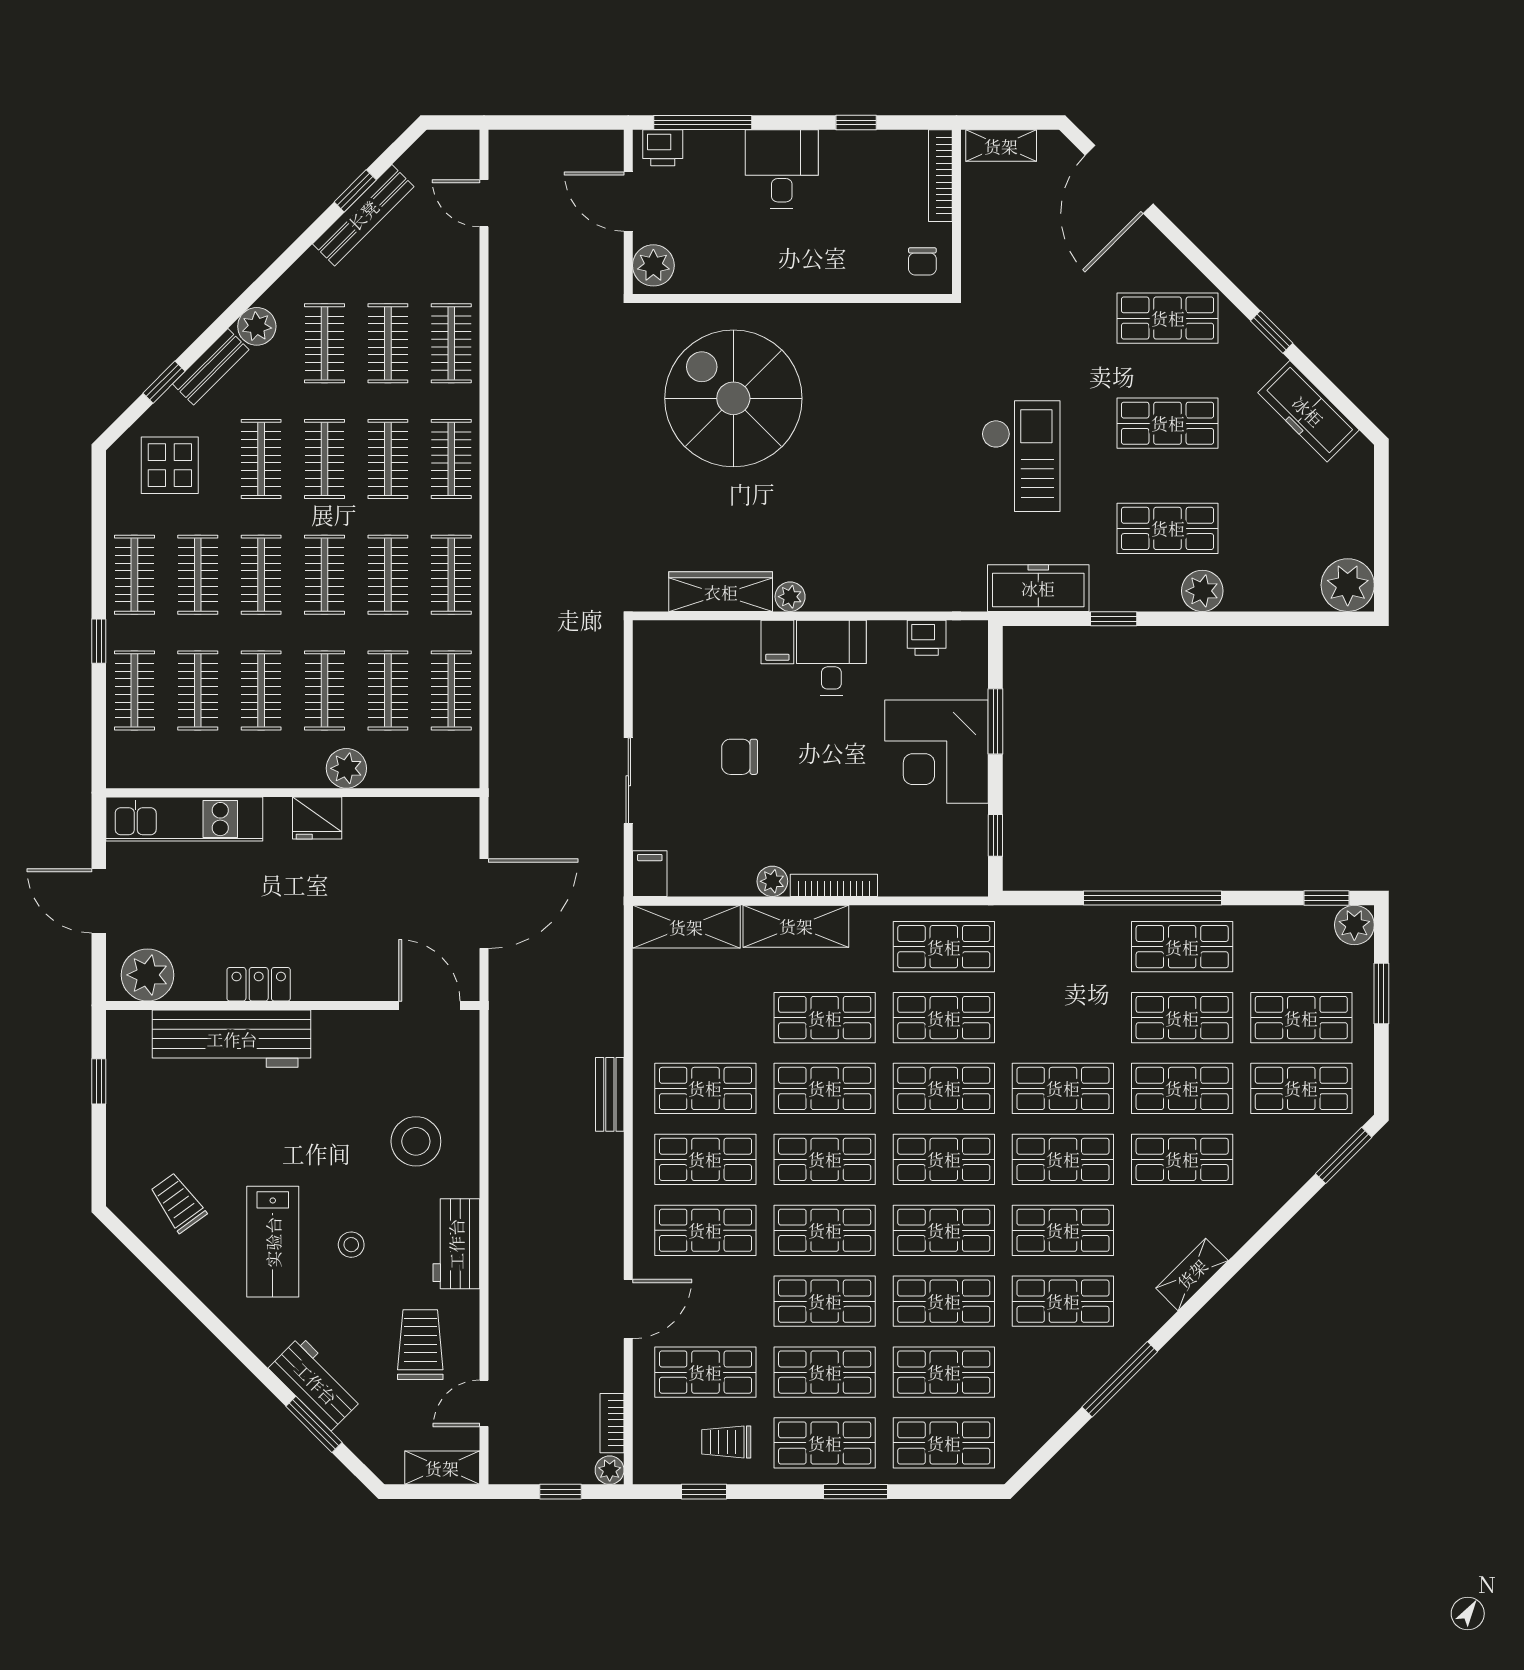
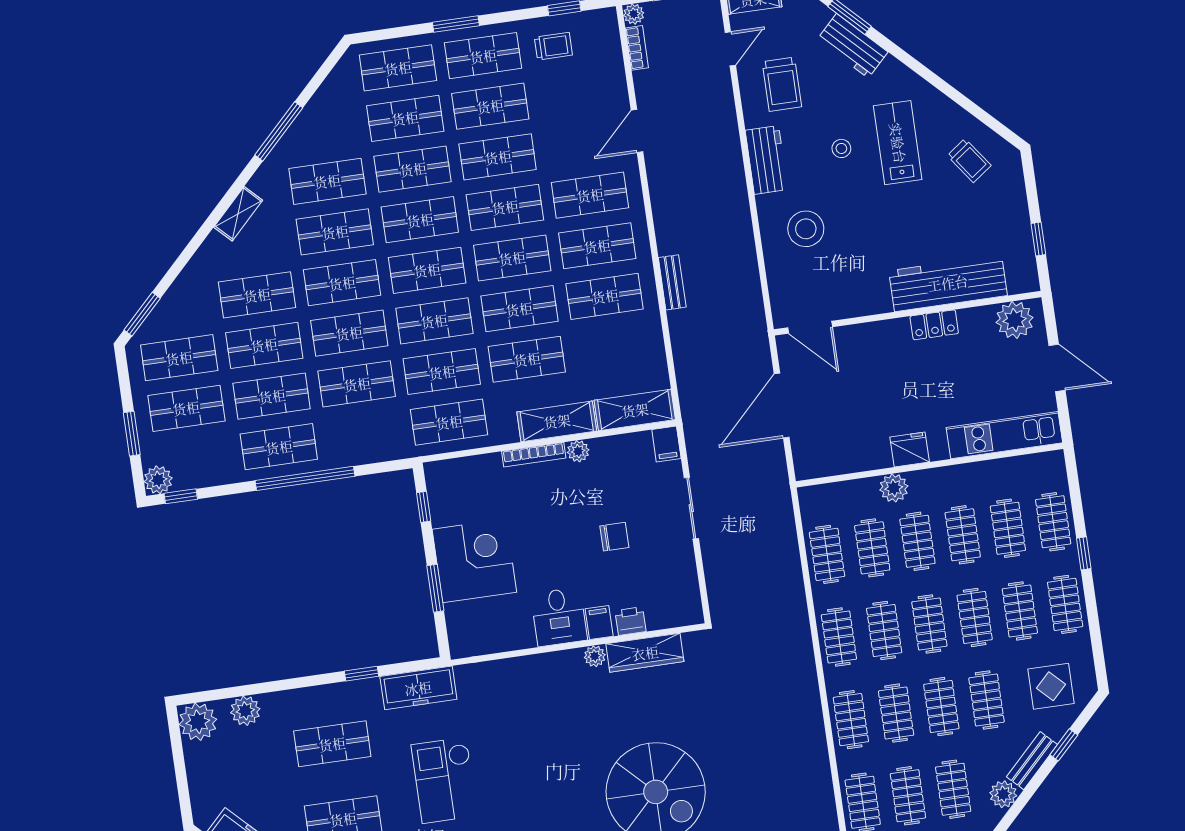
plant: (1202, 591) -> (245, 711), moved
printer: (927, 638) -> (631, 621), moved
shop shelf: (705, 1372) -> (357, 384), moved

